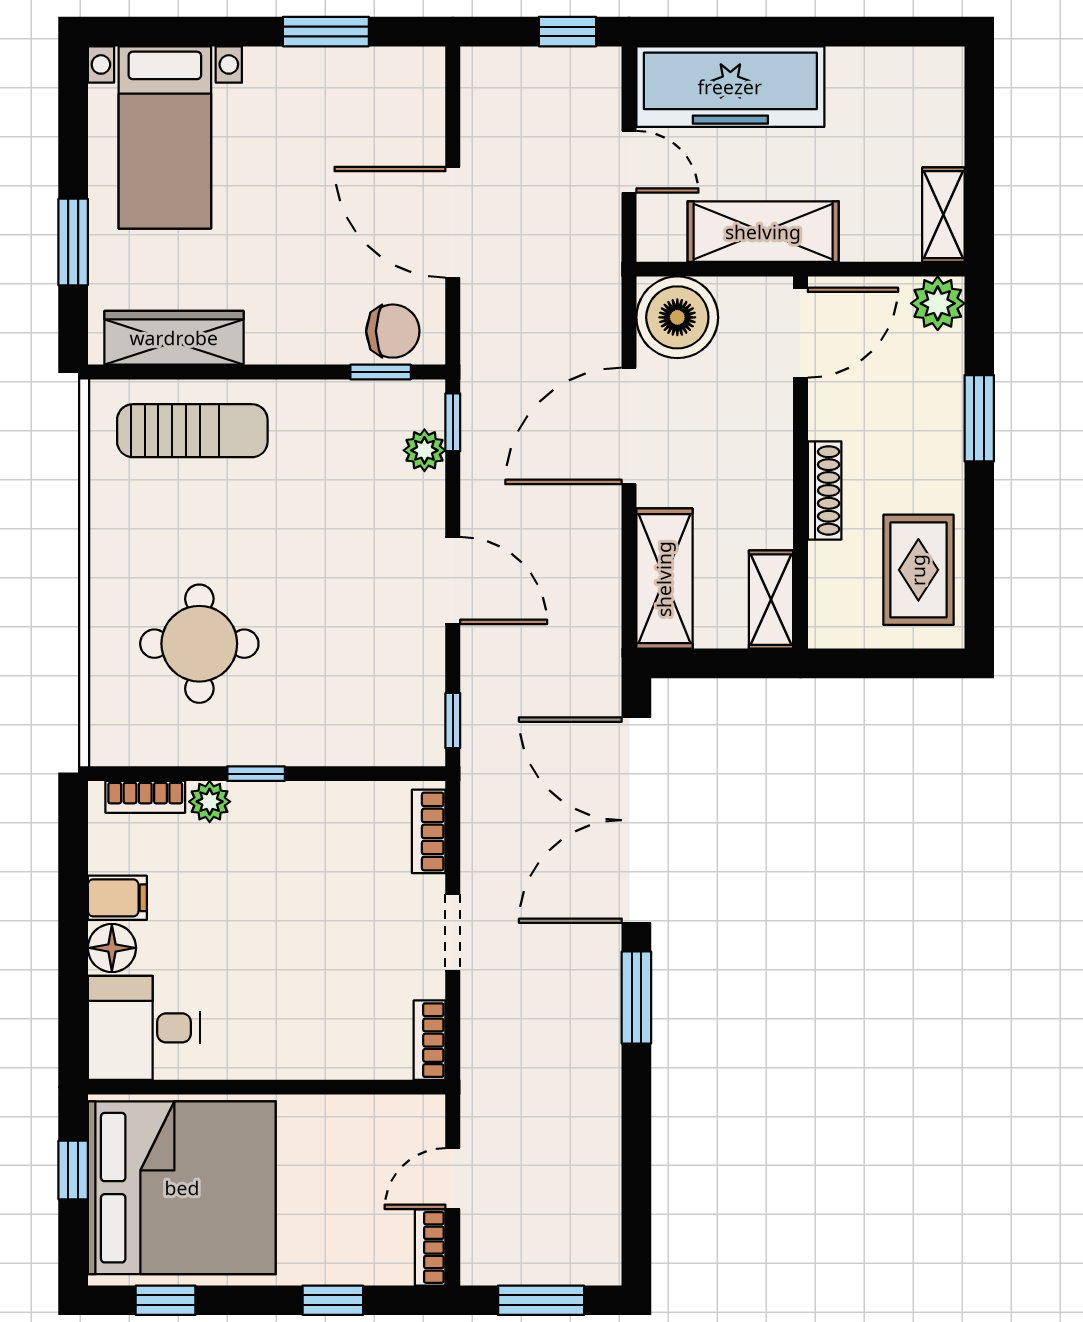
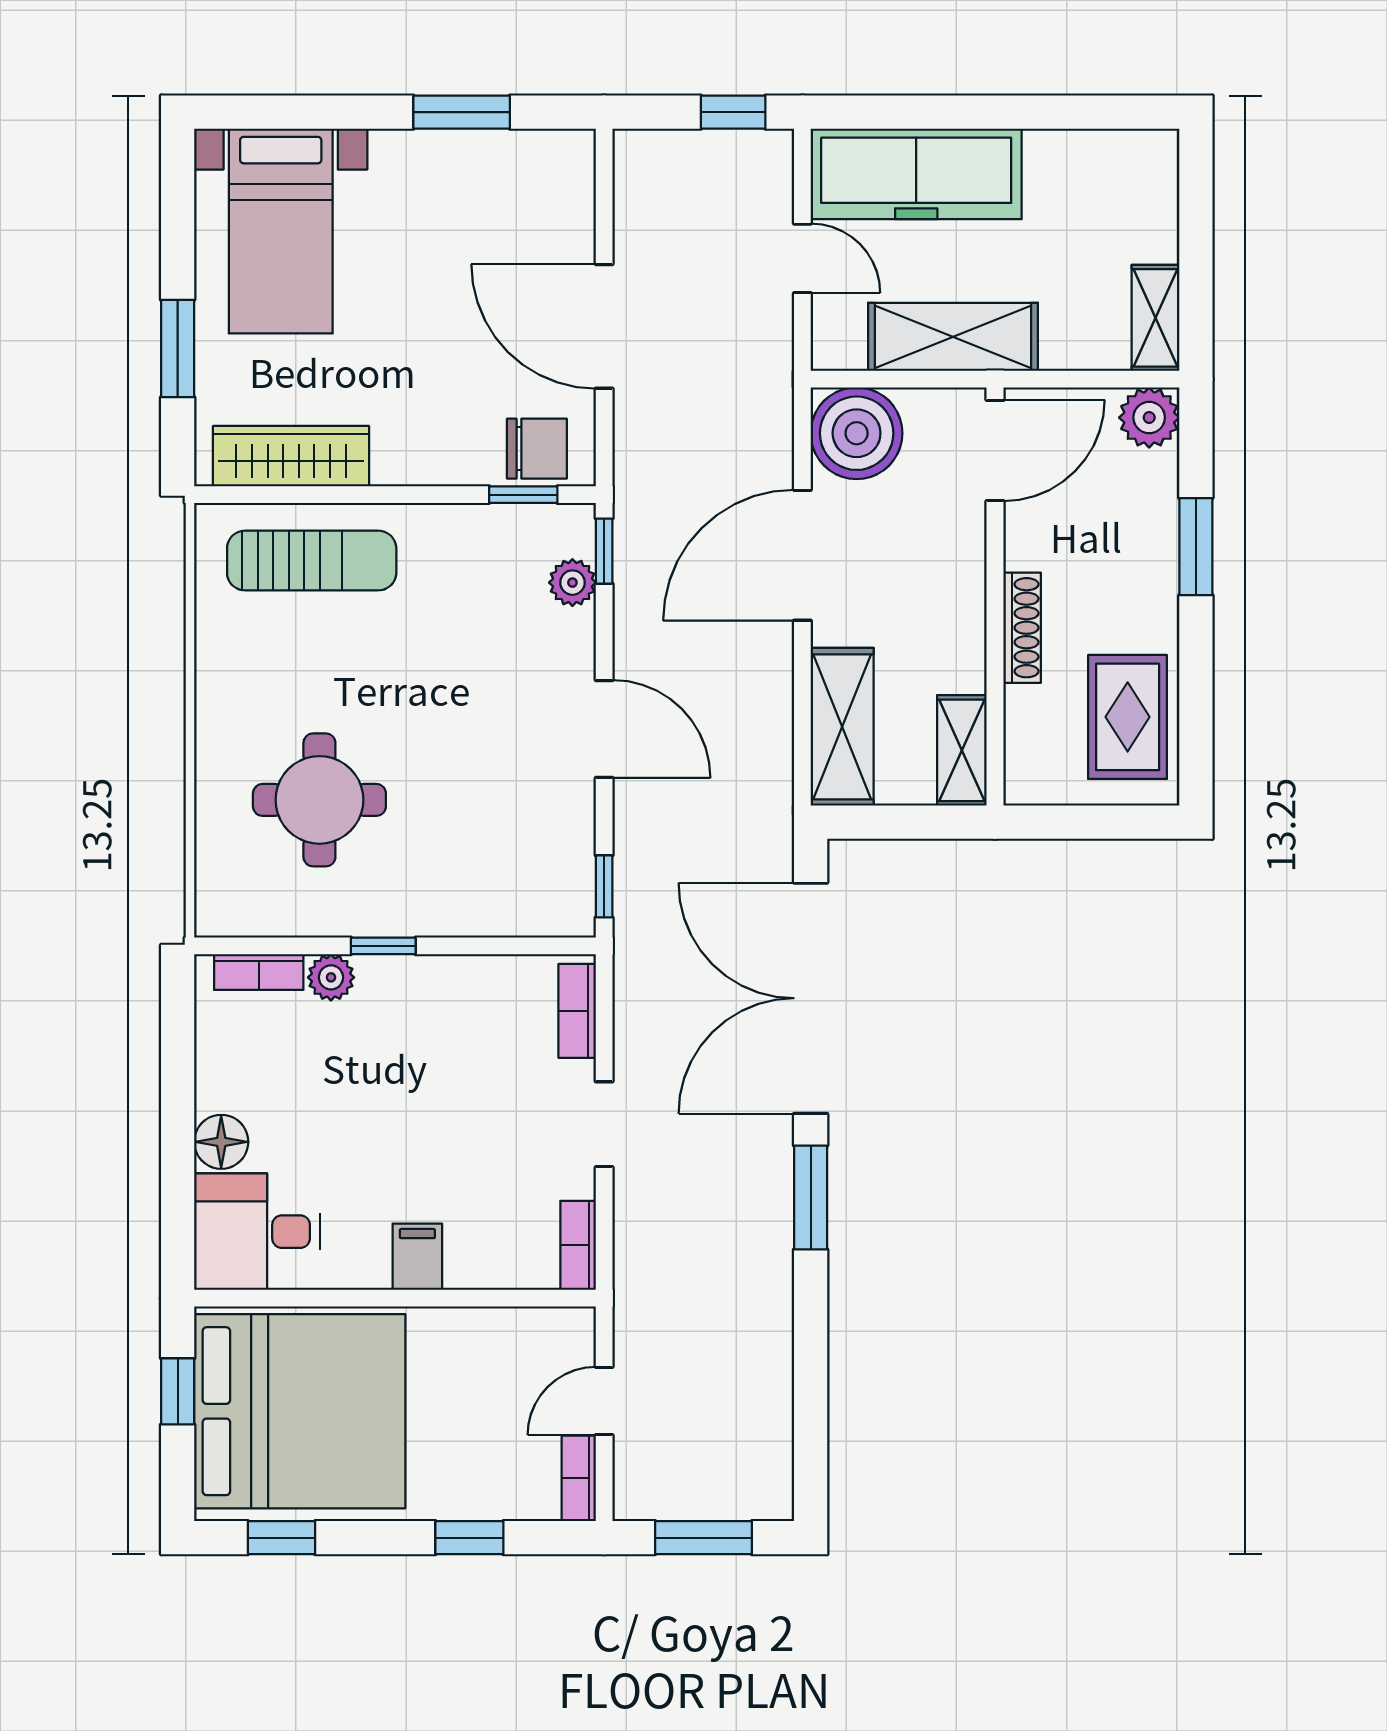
filing cabinet: (117, 898) -> (417, 1257), moved, turned -90

